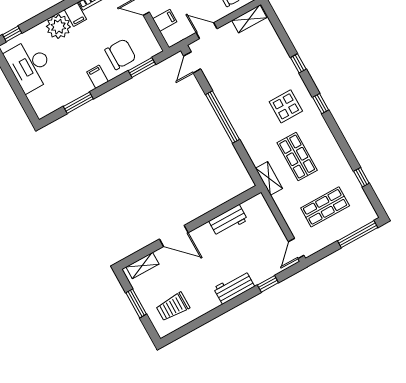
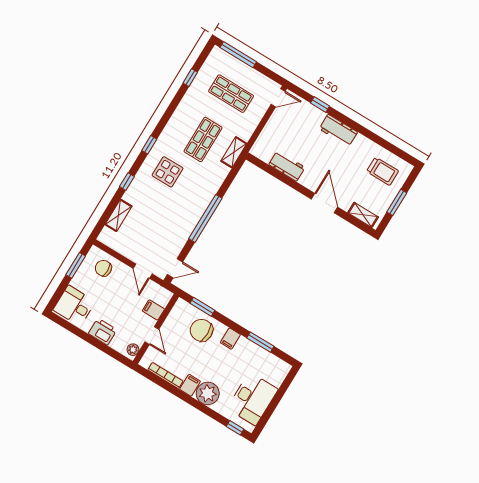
shelving: (249, 19) -> (118, 215), moved, turned 90

